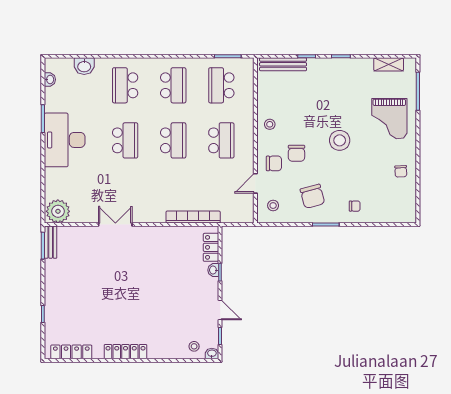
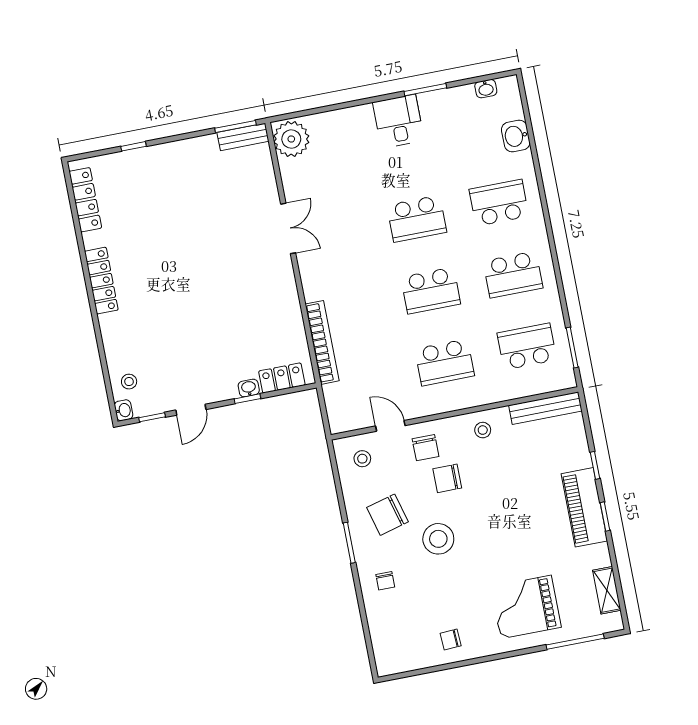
bench: (283, 64) -> (545, 408), moved, turned 90
piano: (332, 68) -> (584, 507), added
desk: (65, 140) -> (398, 121), width x0.53, depth x0.77
stool: (340, 140) -> (438, 539), moved

